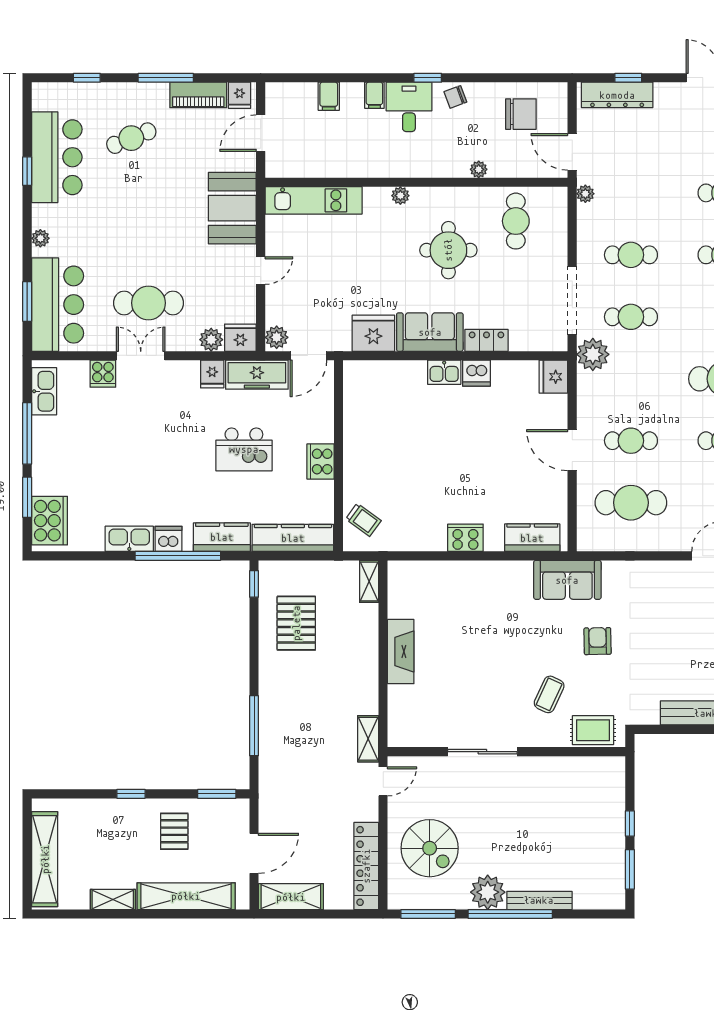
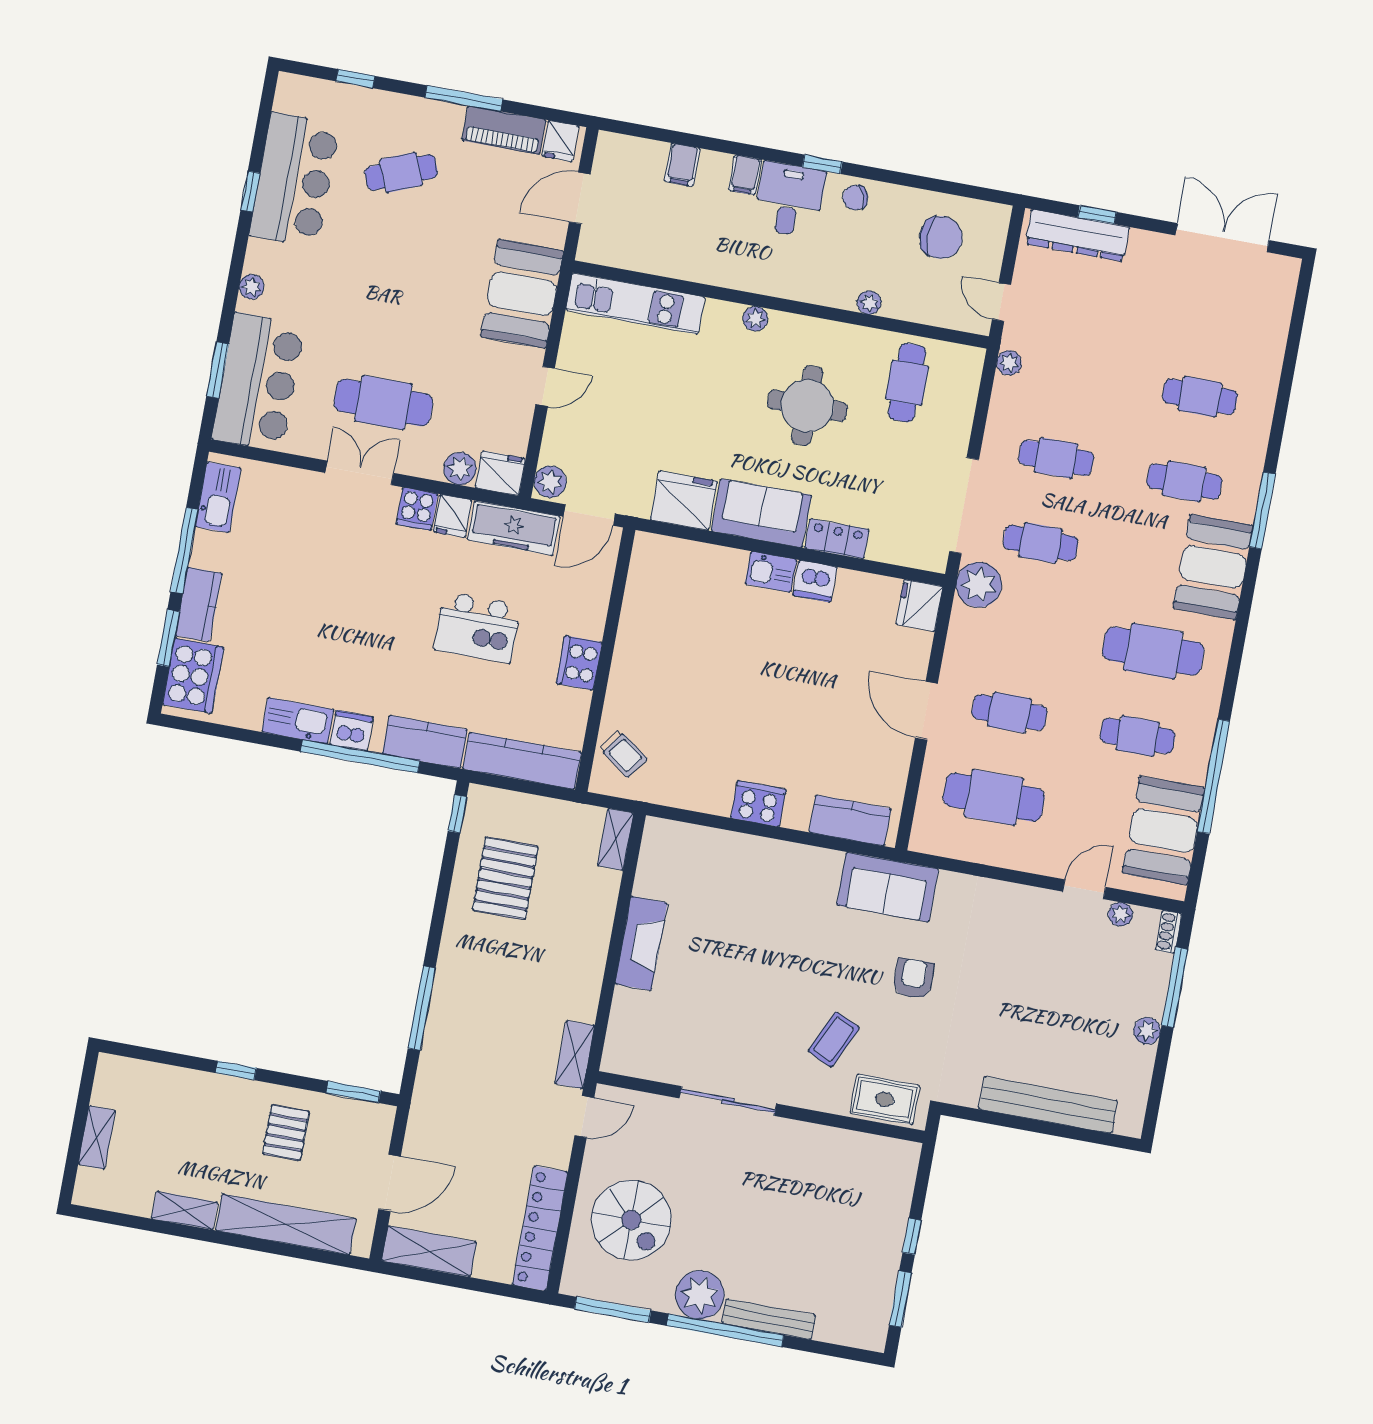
door: (572, 152) -> (1001, 302), width x0.73
cooker: (103, 374) -> (417, 509), moved
kitchen counter: (44, 470) -> (199, 604), added
shelving: (45, 859) -> (97, 1137), width x0.45, depth x0.75

